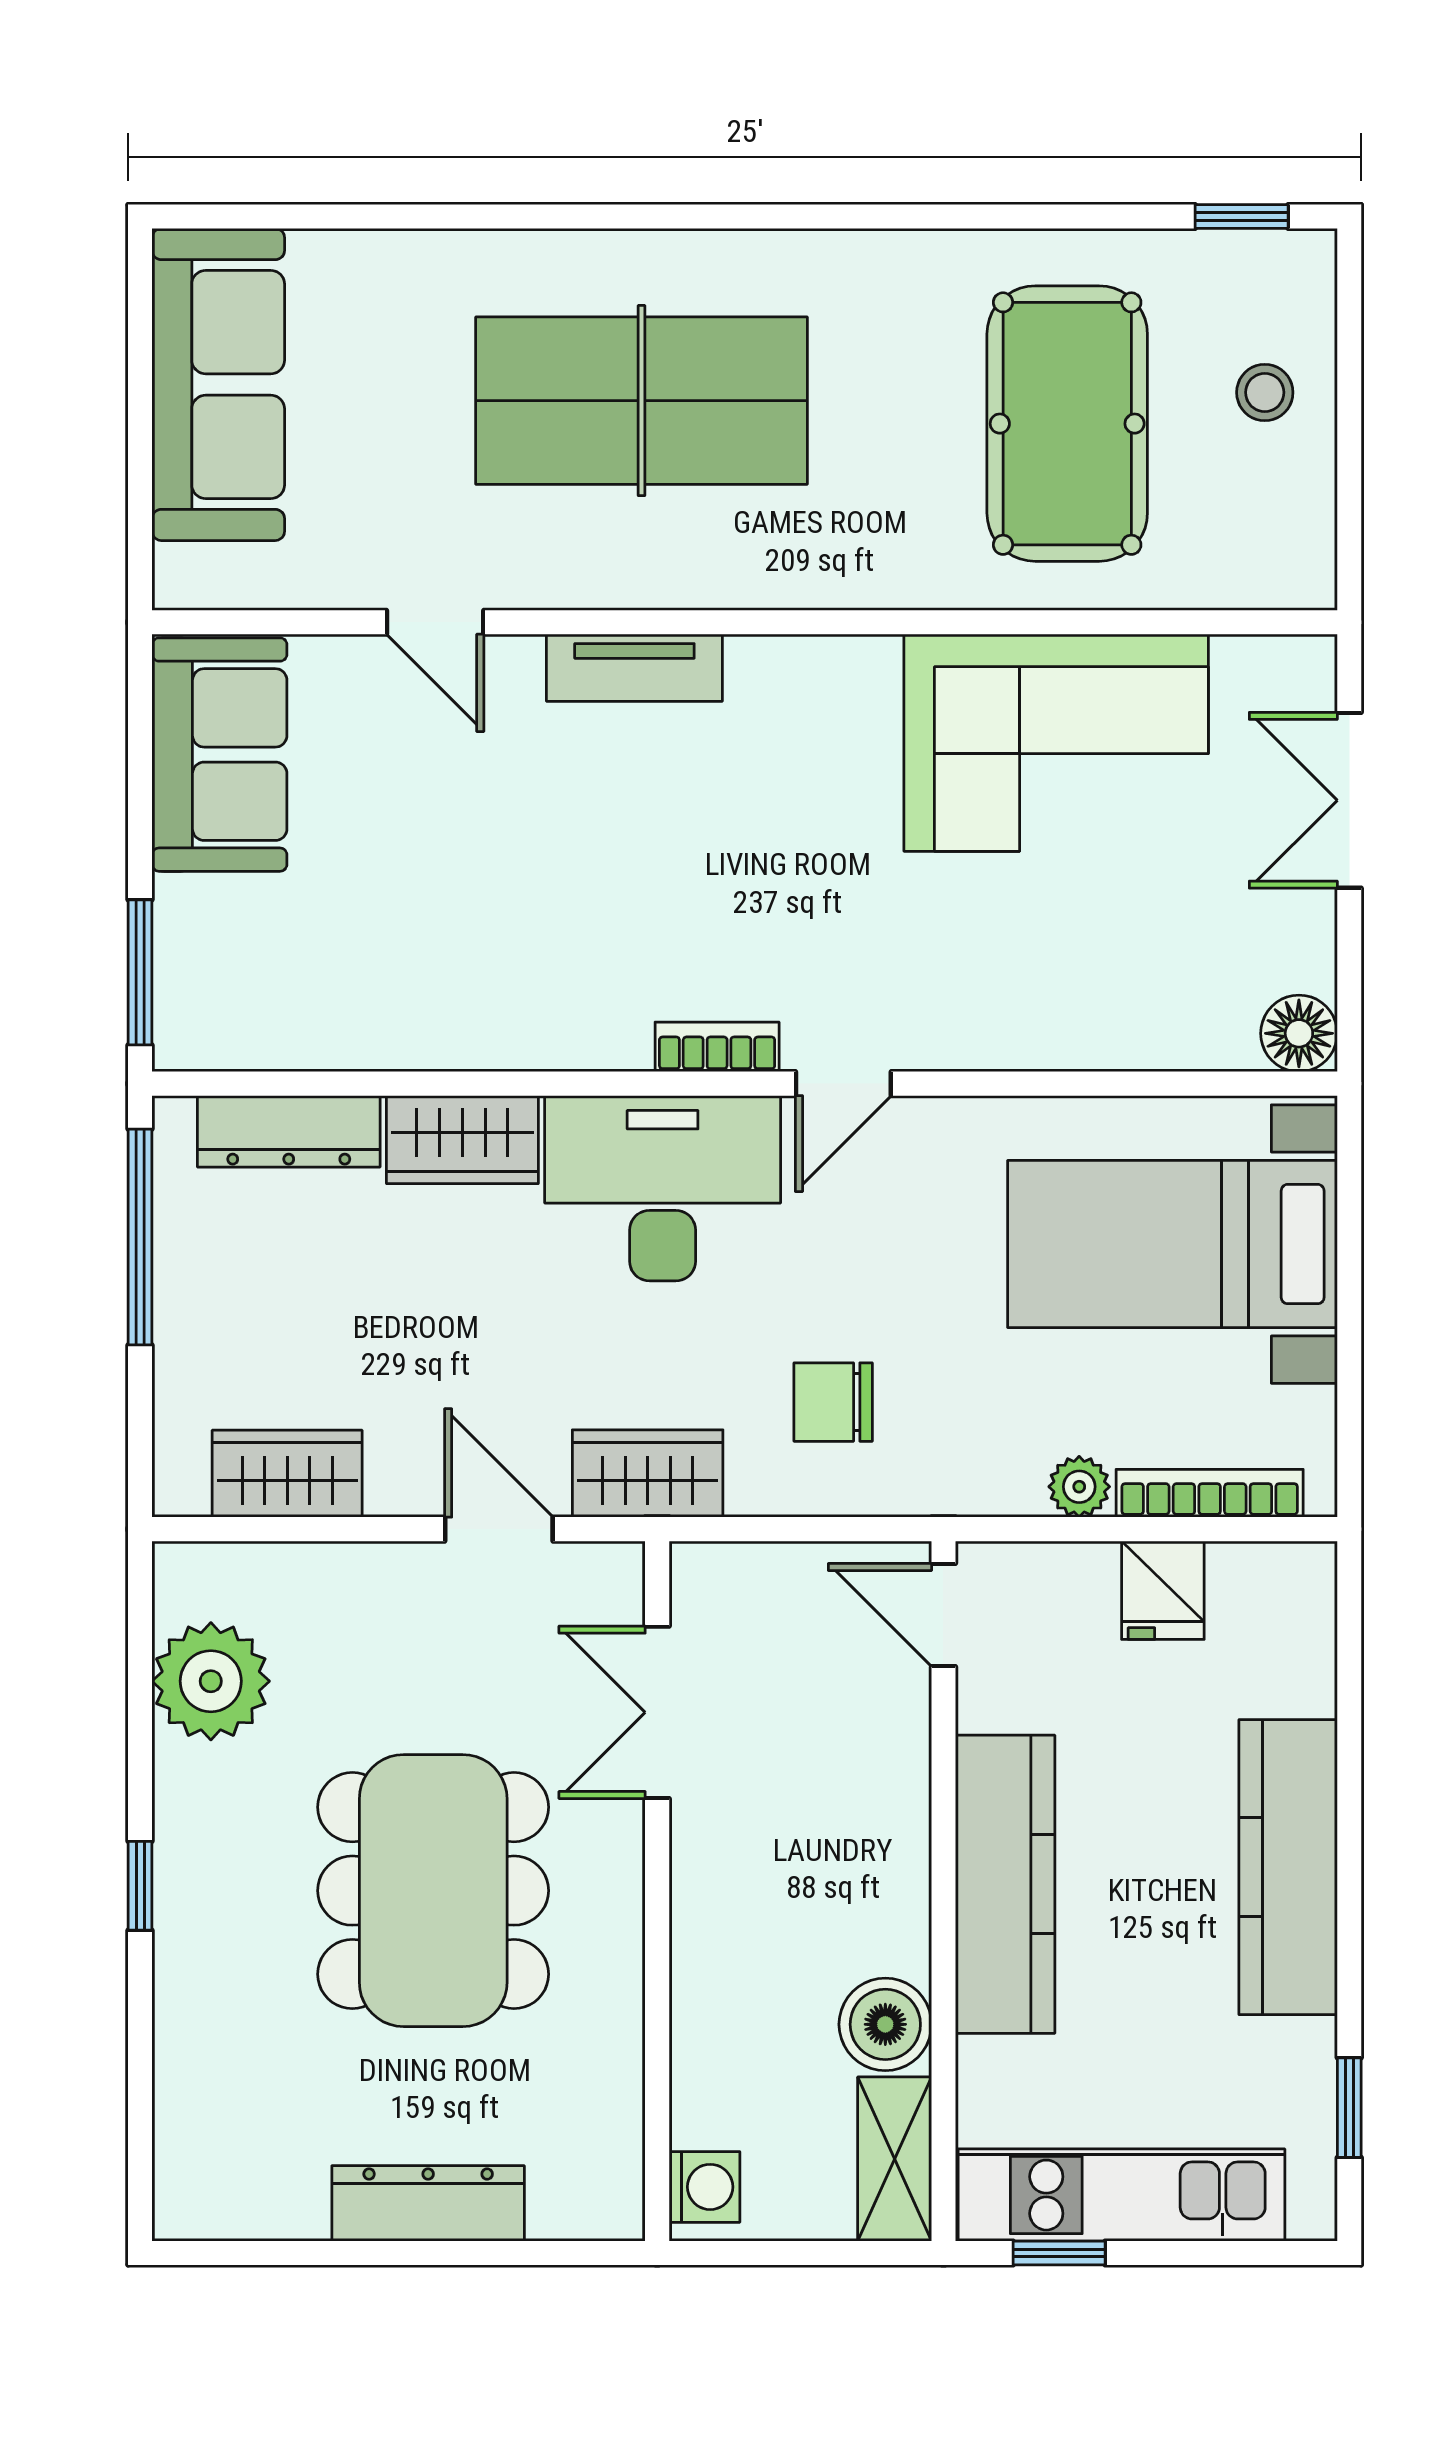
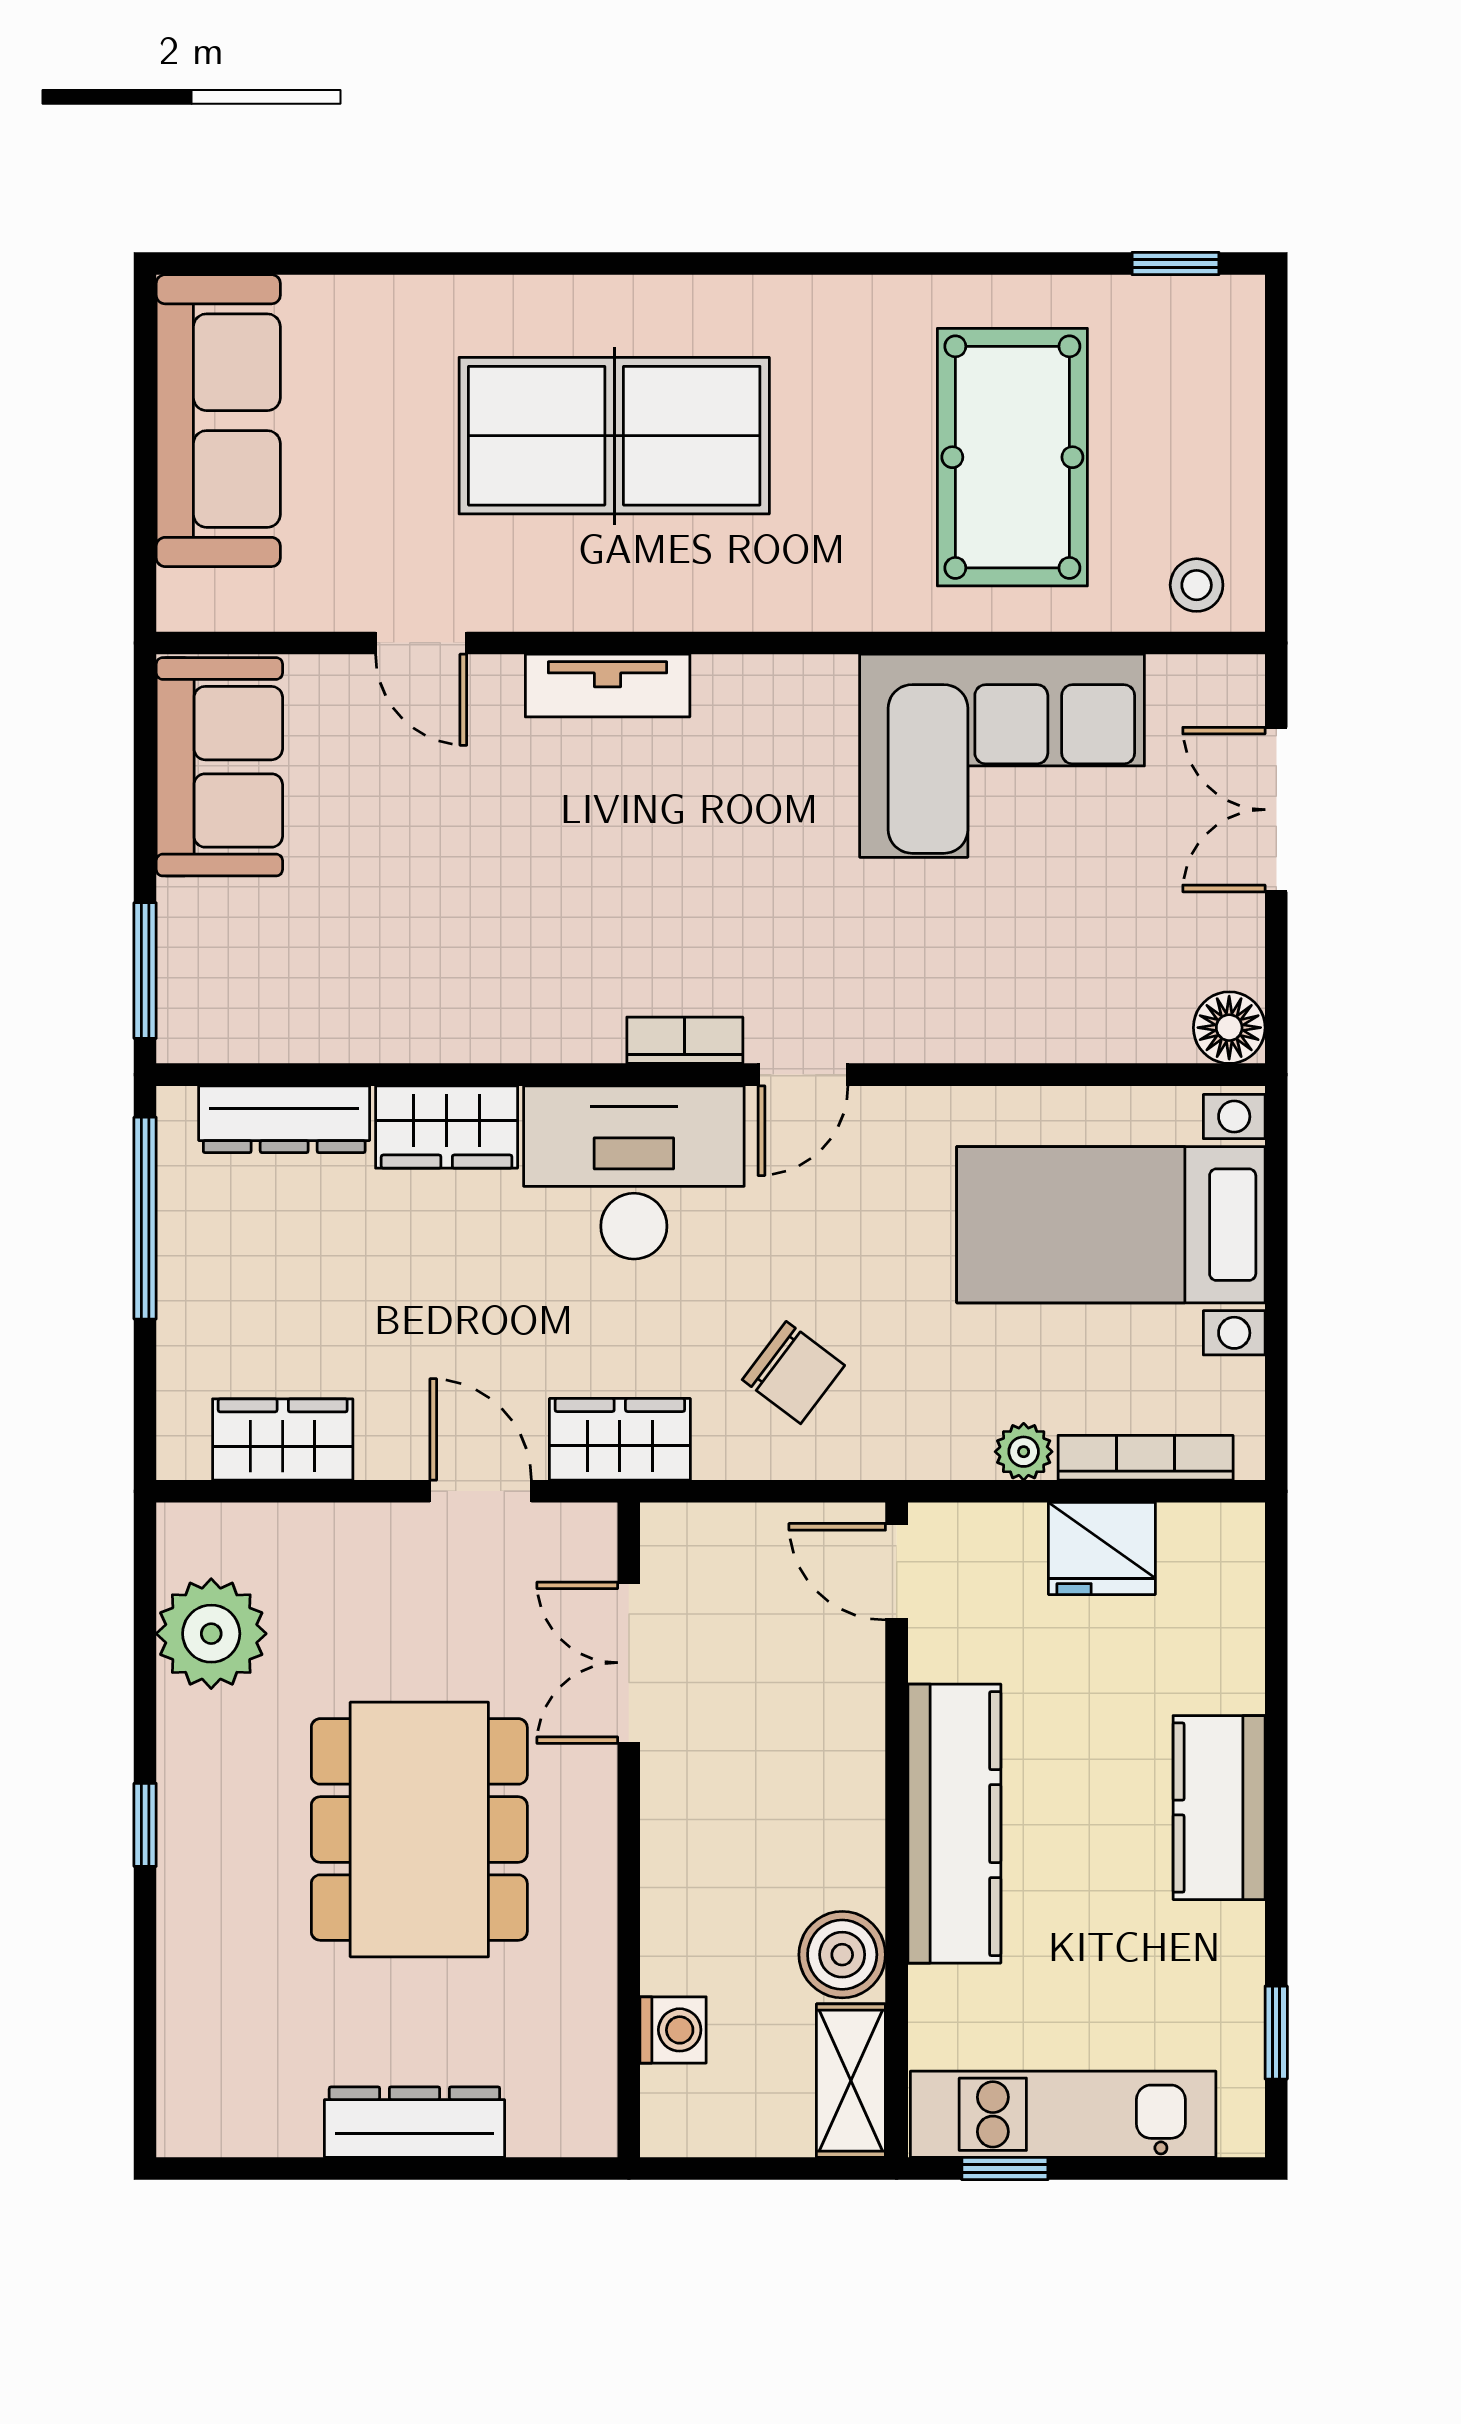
stool: (1265, 392) -> (1197, 585), moved
chair: (833, 1402) -> (793, 1373), turned -143
fridge: (1163, 1590) -> (1102, 1549), width x1.38
kitchen counter: (1288, 1867) -> (1219, 1808), width x0.67
washing machine: (704, 2187) -> (673, 2030), moved

